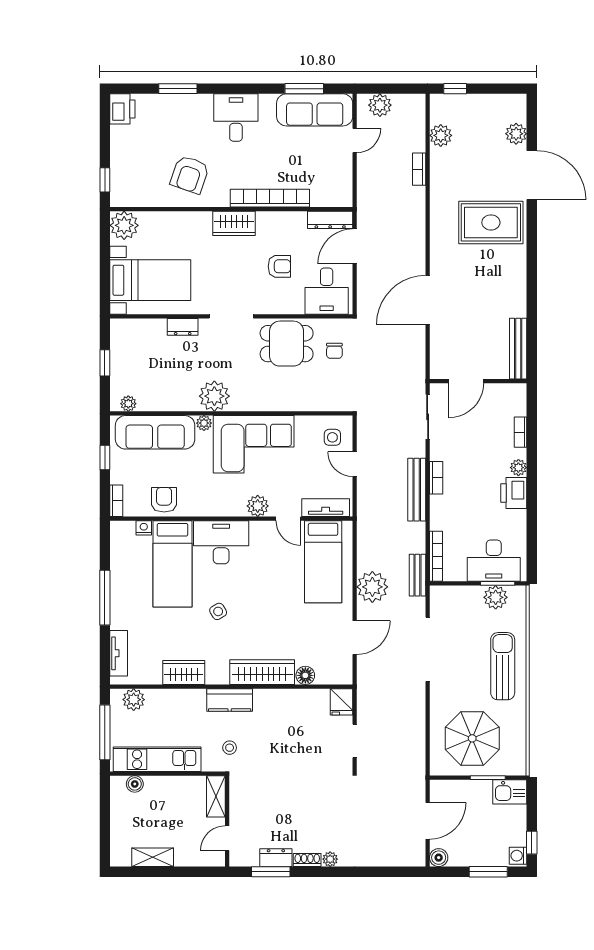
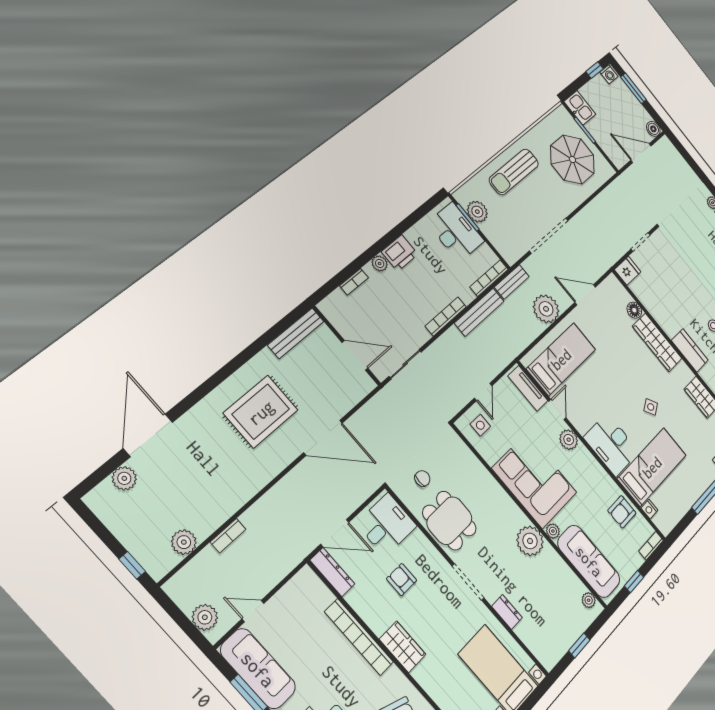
rug: (491, 222) -> (261, 412), moved, turned 90
bookcase: (436, 478) -> (446, 316), width x1.56
bench: (417, 490) -> (479, 312), moved

